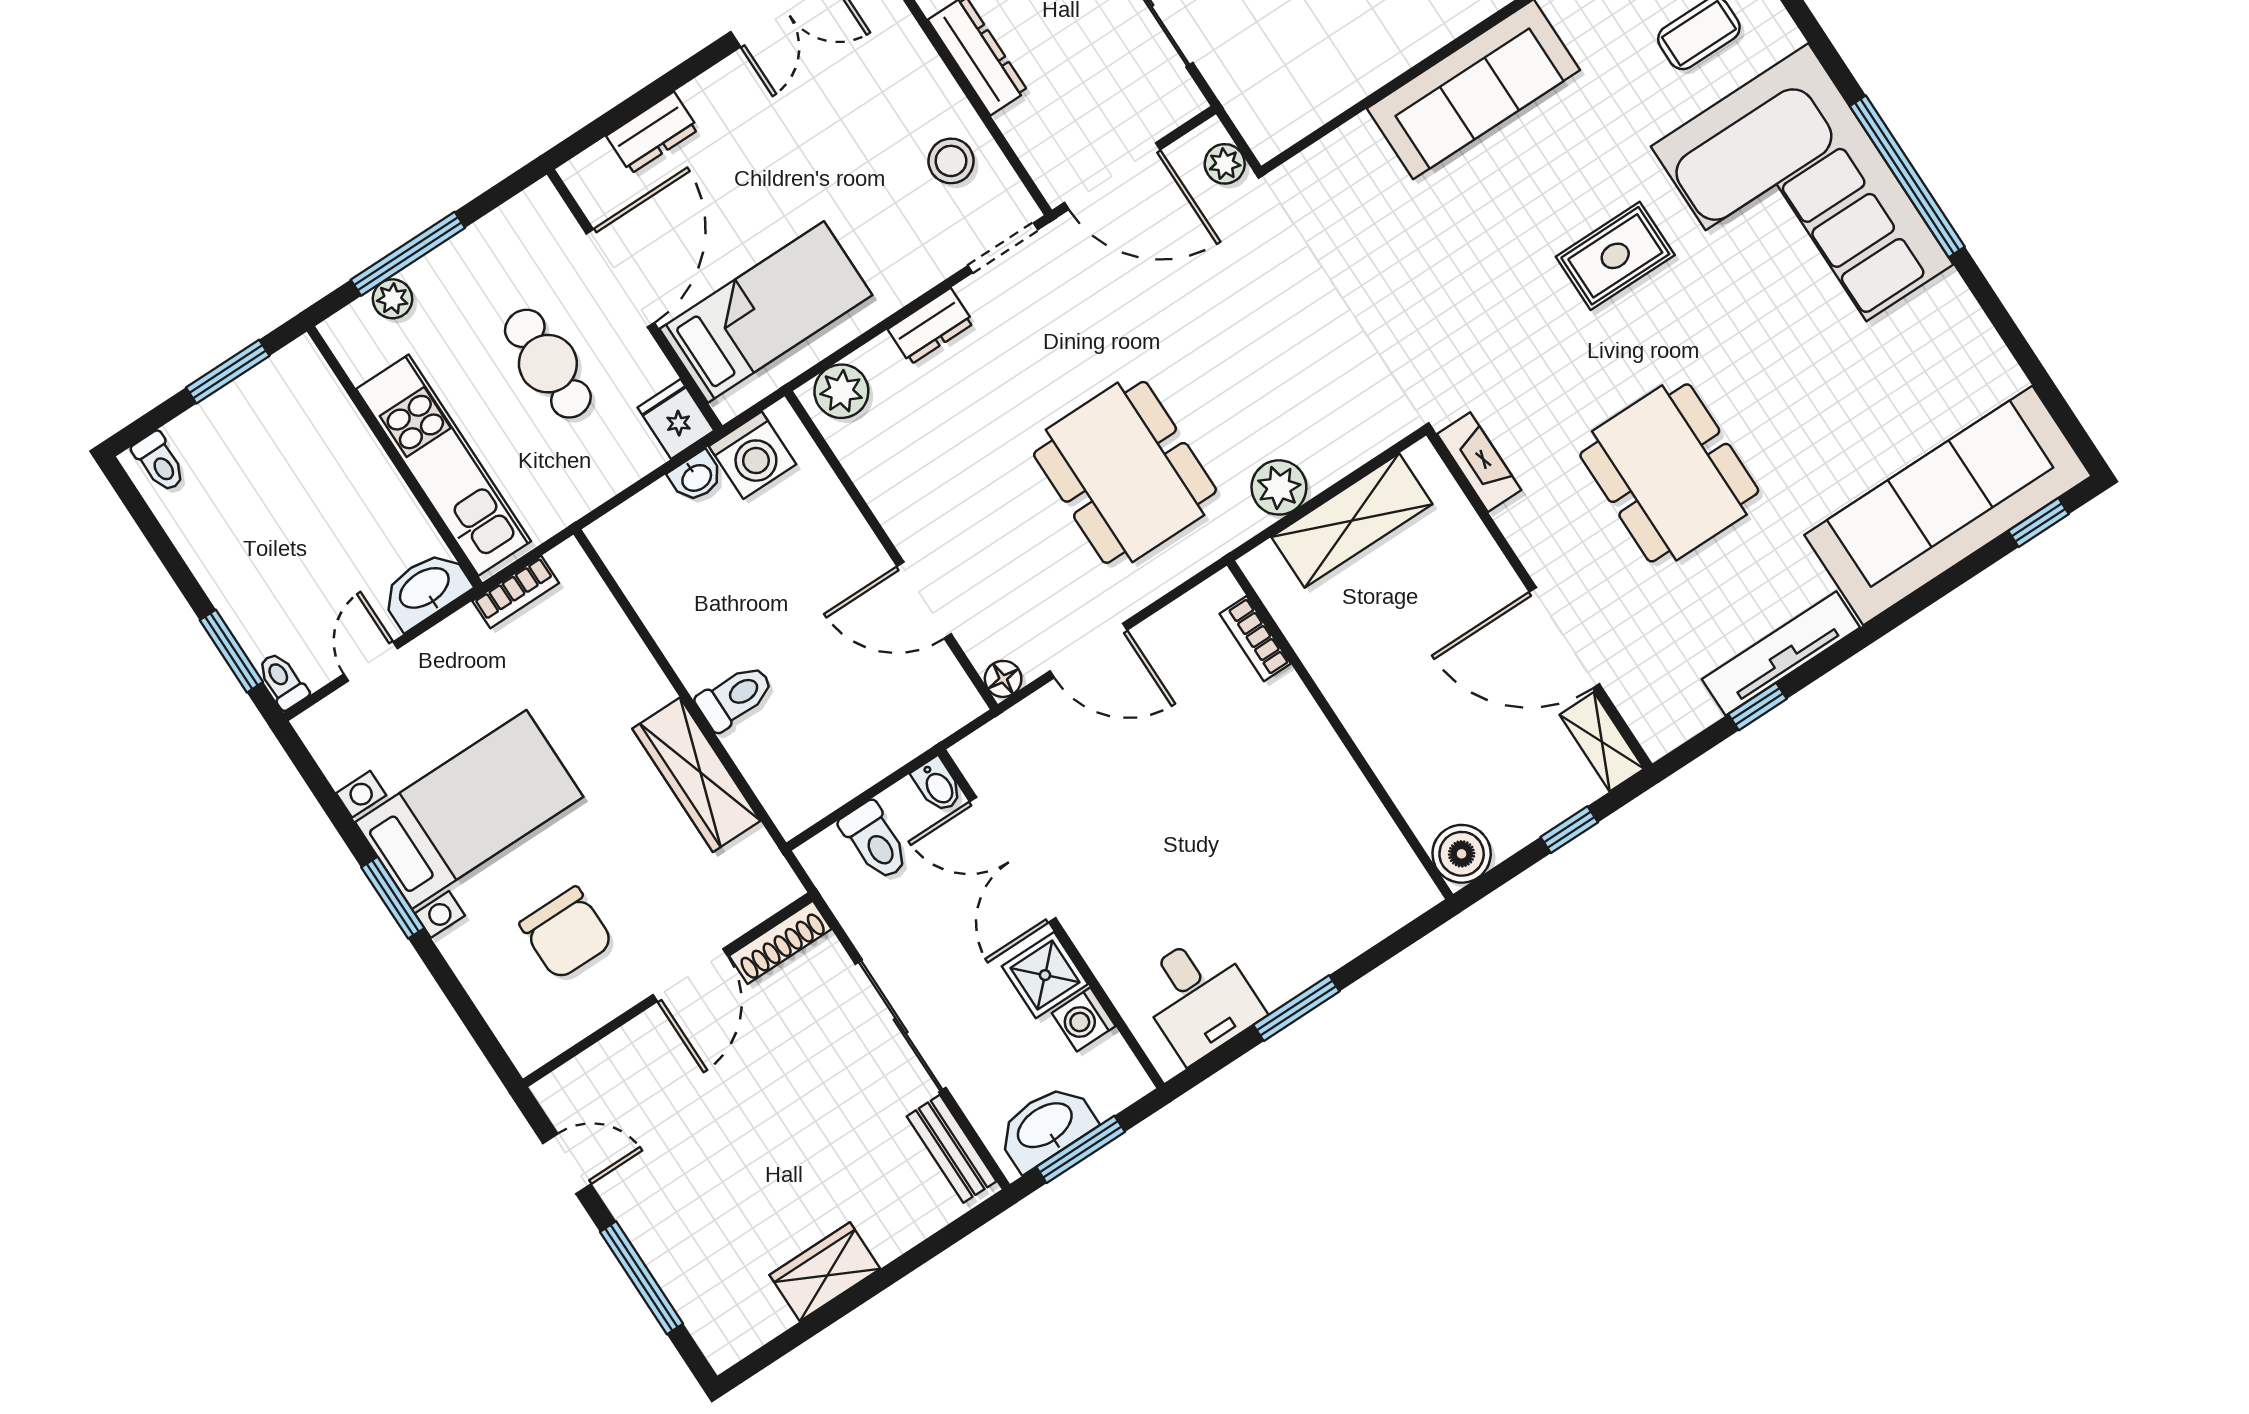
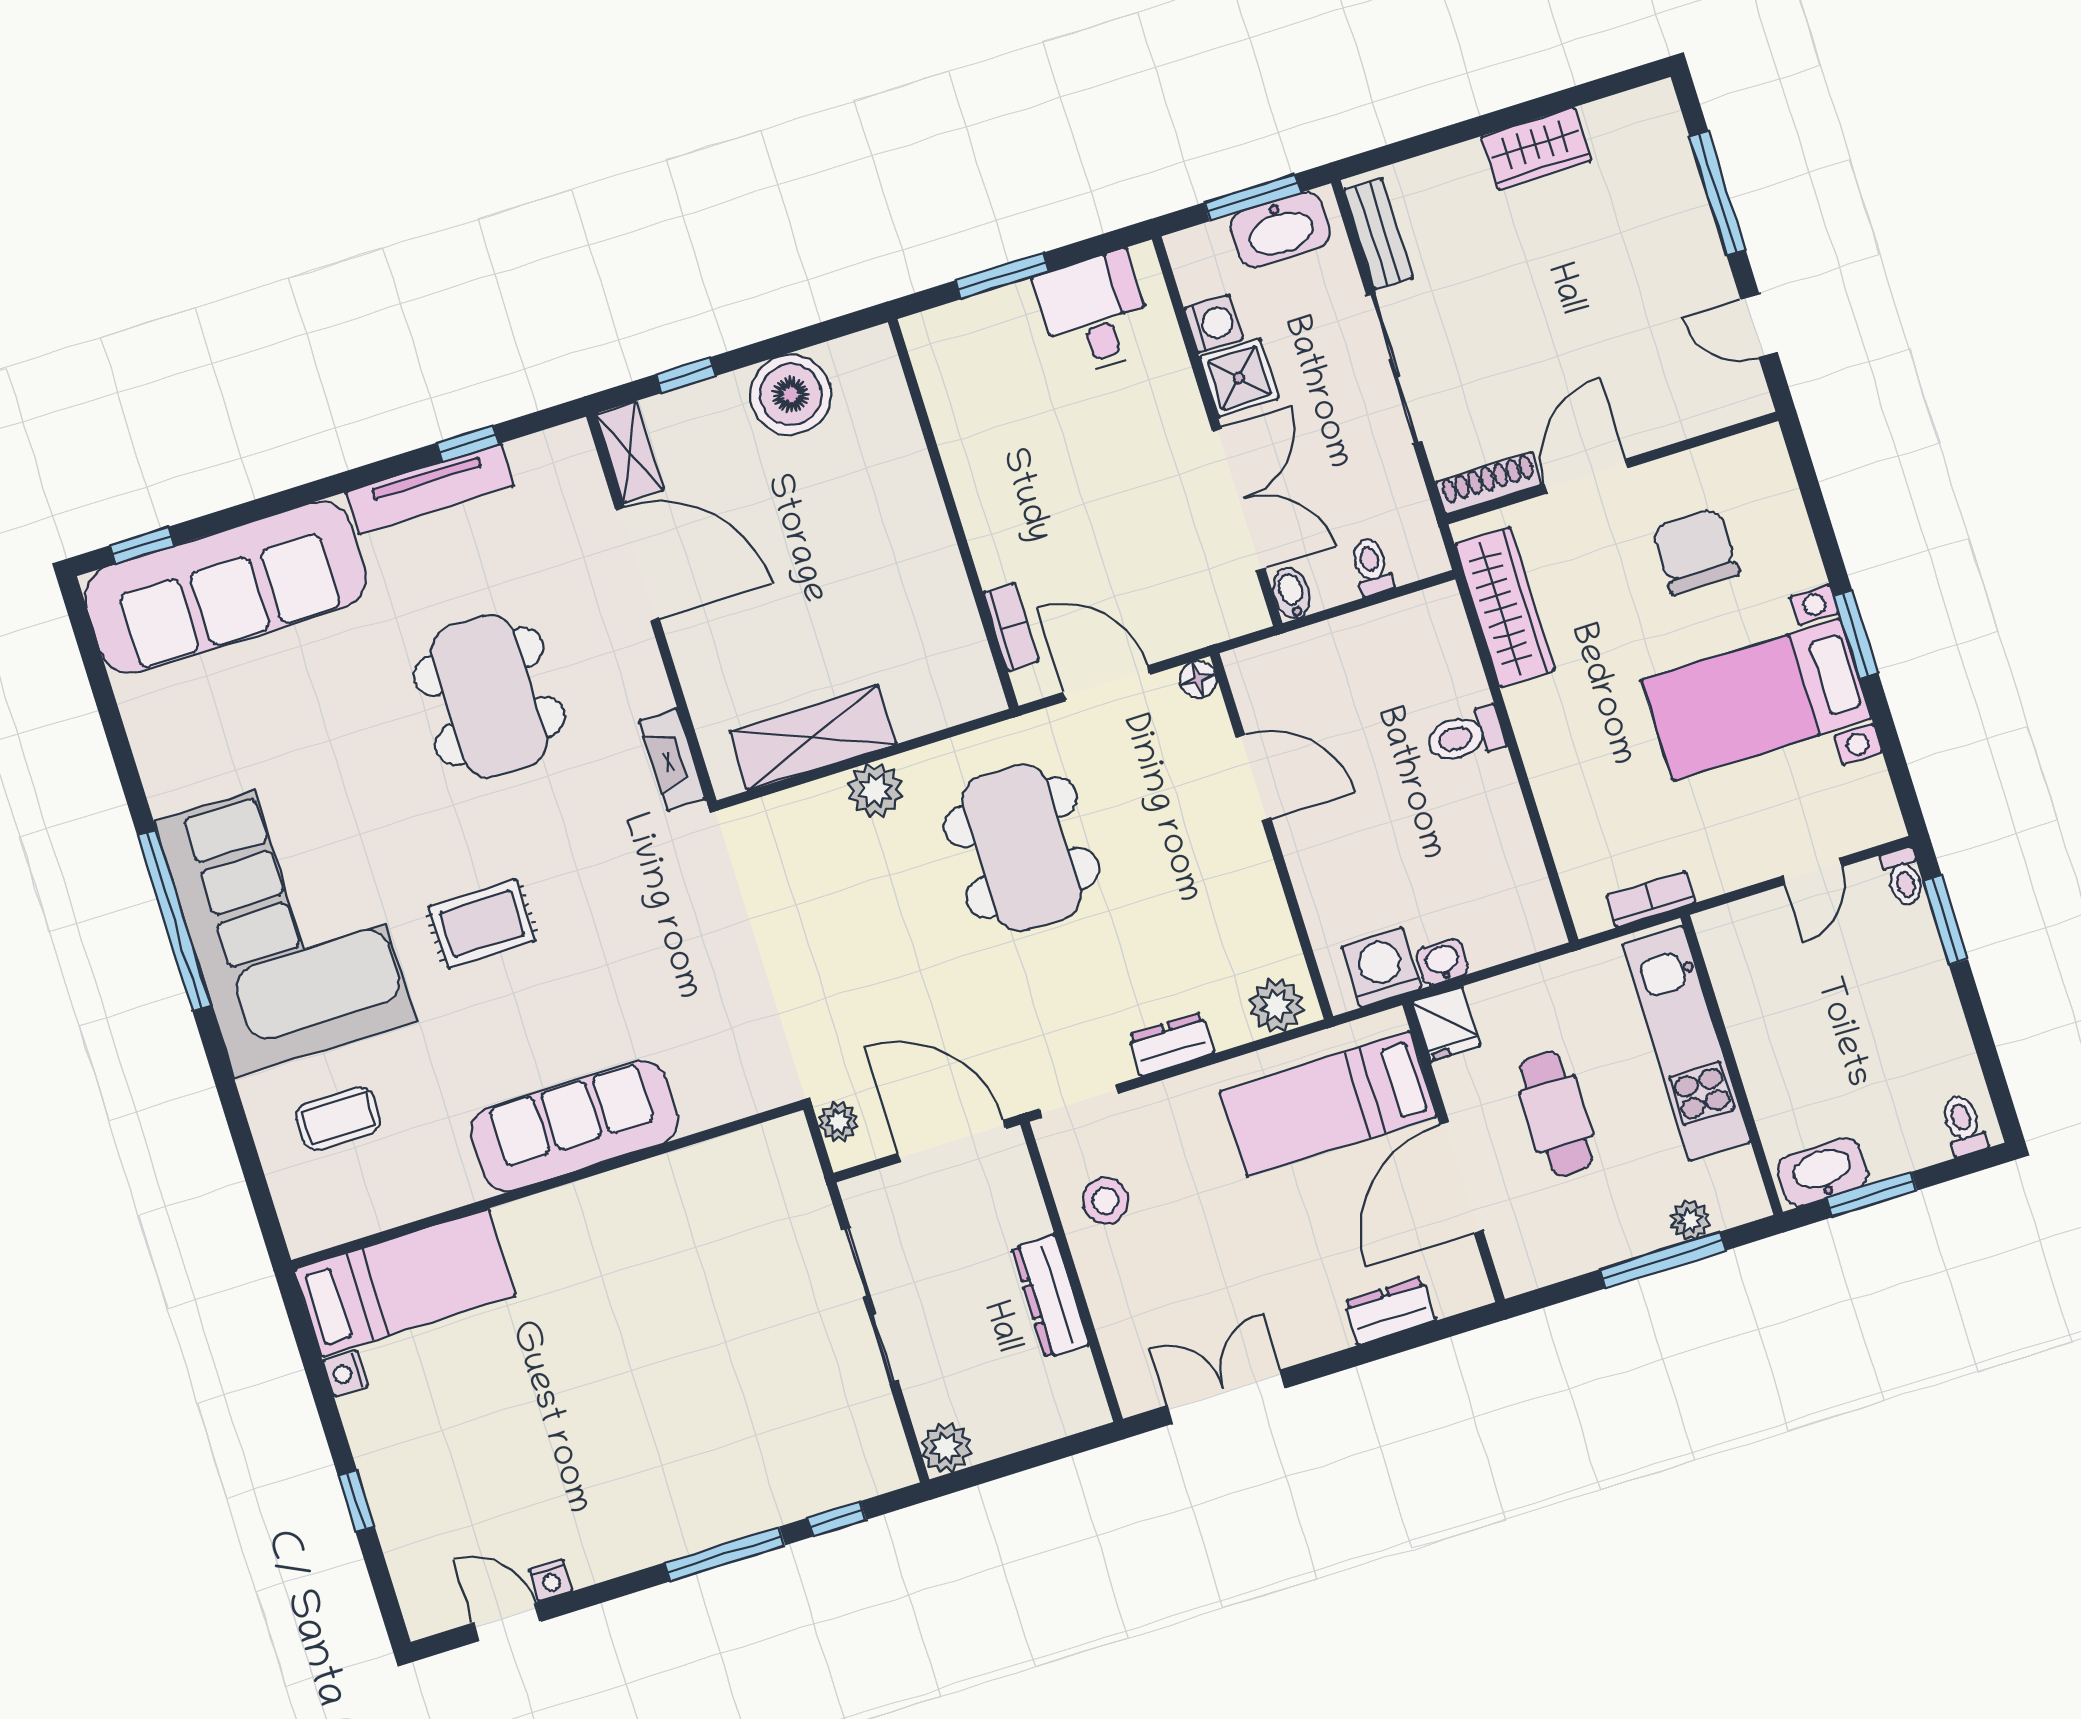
washbasin: (425, 589) -> (1823, 1172), moved, turned 180
bookcase: (1255, 639) -> (1011, 627), moved
wall: (1340, 730) -> (953, 514), moved
wardrobe: (696, 775) -> (1505, 607), moved
toilet: (875, 841) -> (1371, 566), width x0.73, depth x0.72
boiler: (1462, 854) -> (791, 395), width x1.37, depth x1.37

